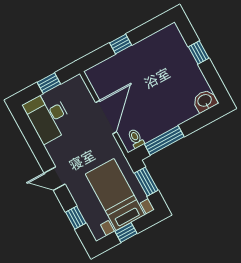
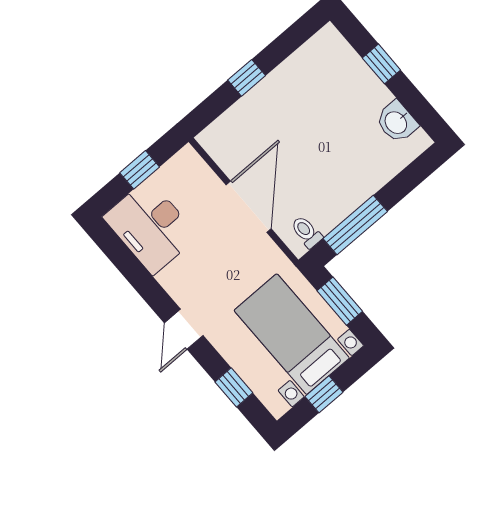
washbasin: (205, 101) -> (397, 122), moved, turned -90
door: (55, 179) -> (184, 329), hinge flipped

